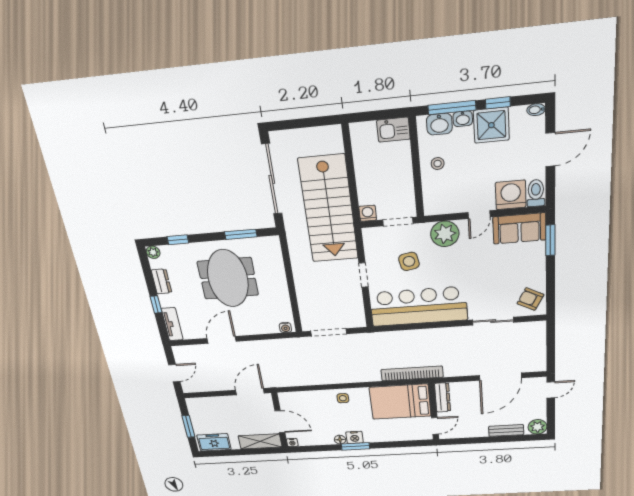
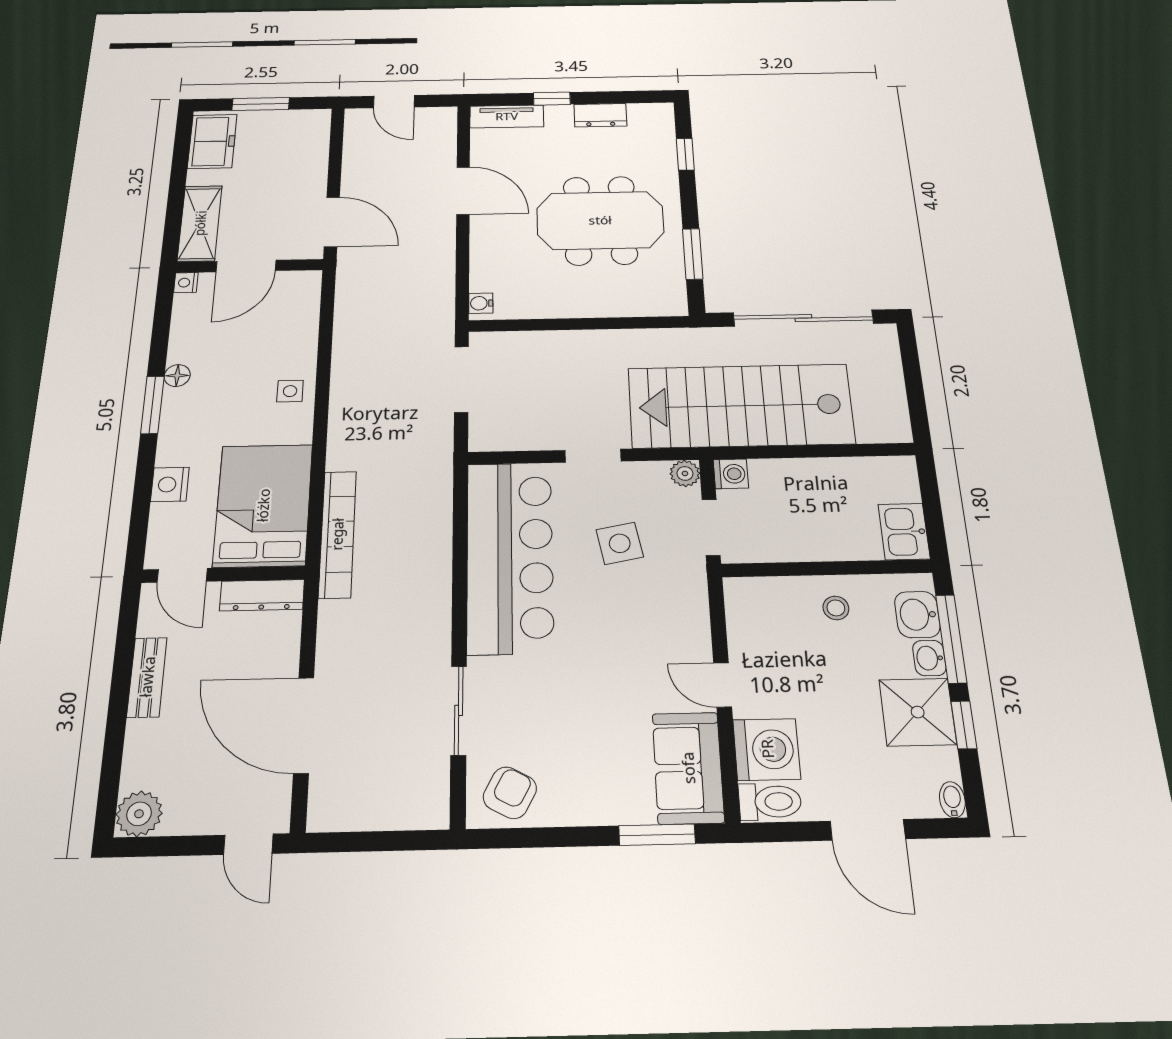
plant: (445, 234) -> (685, 473), moved, width x0.53, depth x0.53
plant: (153, 252) -> (661, 113), removed
bench: (506, 430) -> (147, 677), moved
nightstand: (355, 437) -> (170, 484), moved

